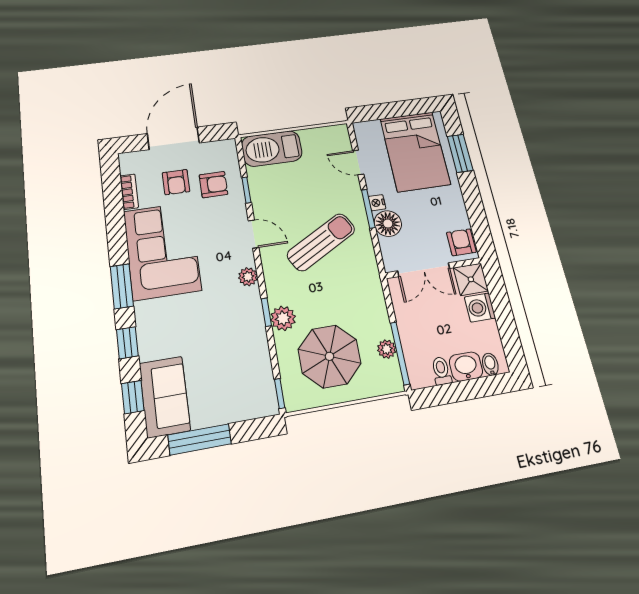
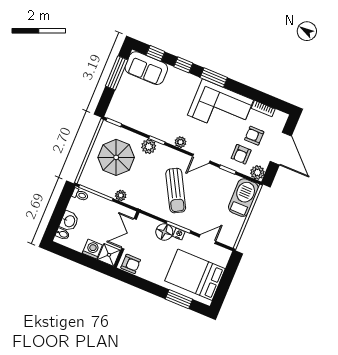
plant: (226, 150) -> (257, 172), added
plant: (387, 349) -> (121, 195), moved
toilet: (441, 371) -> (80, 195), moved

